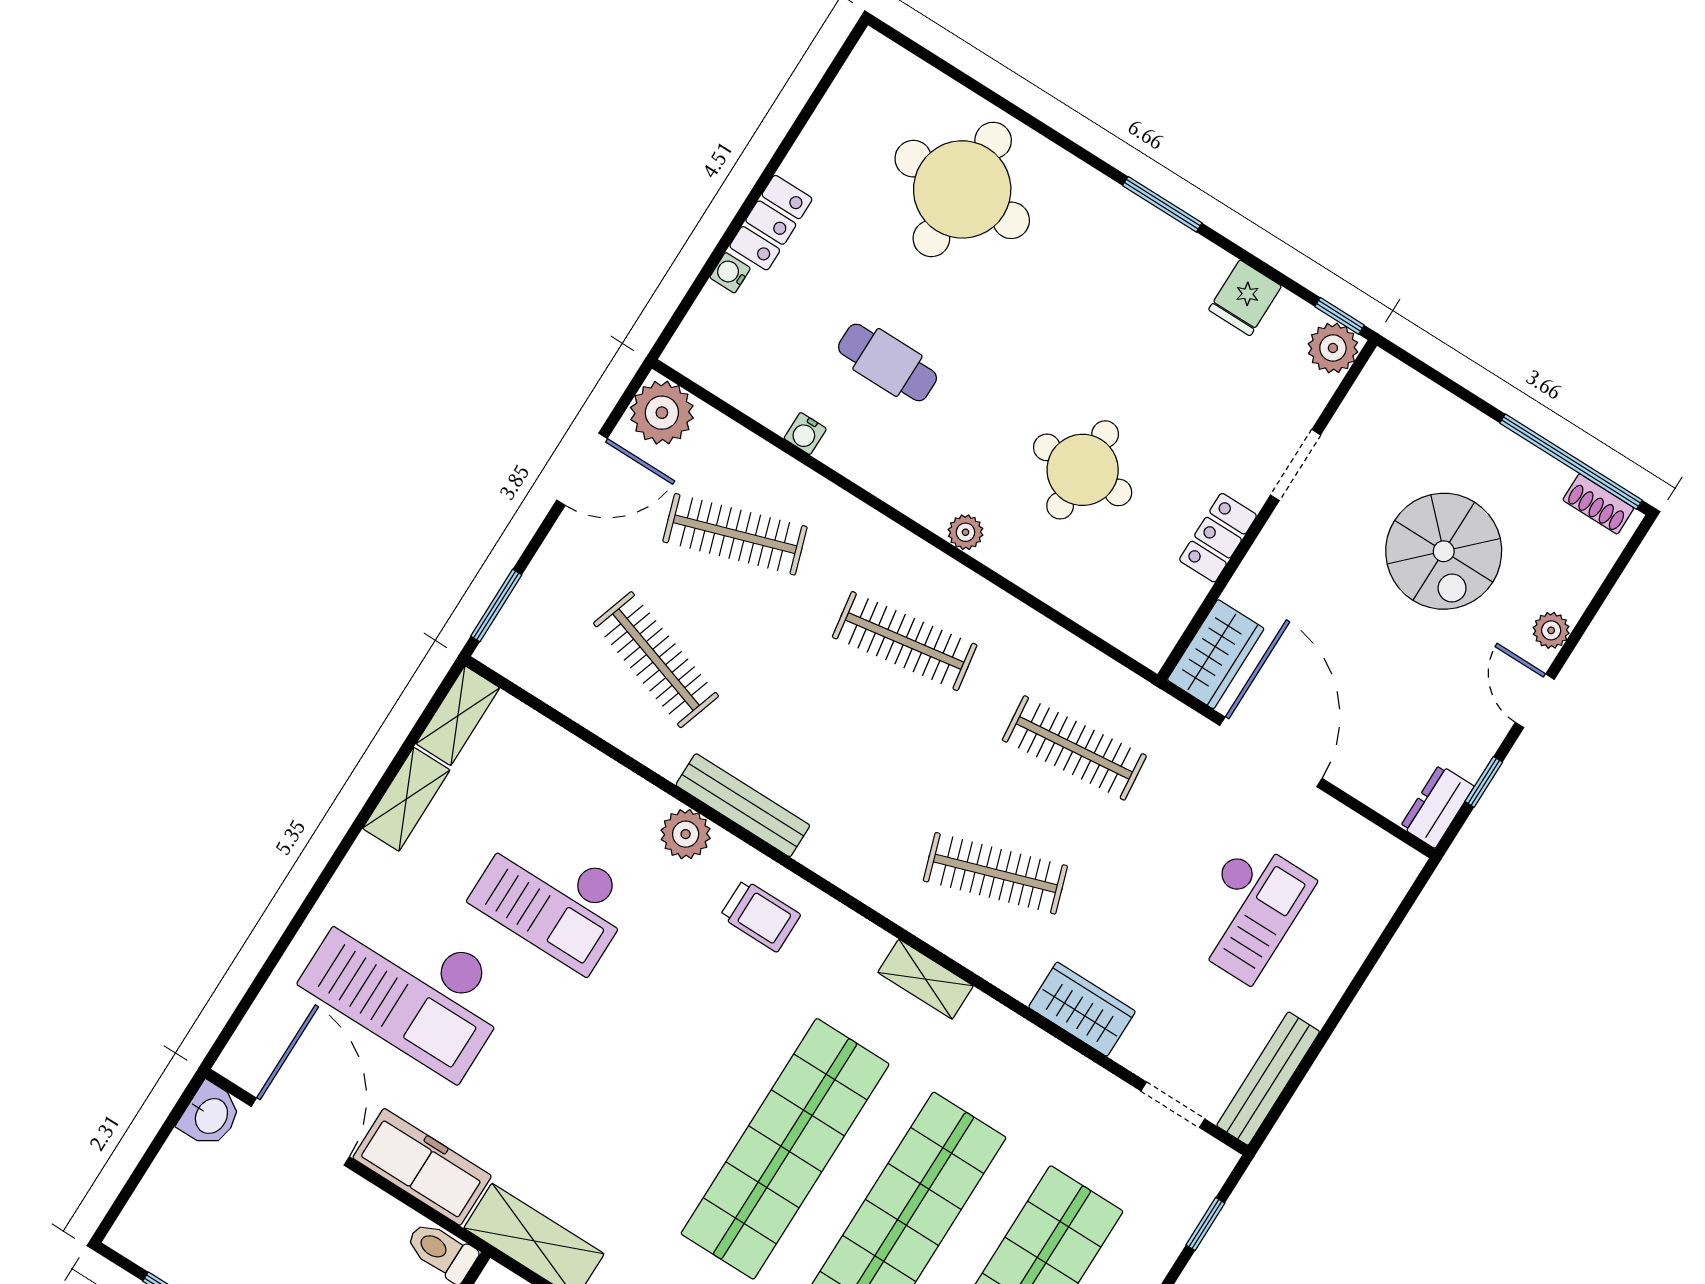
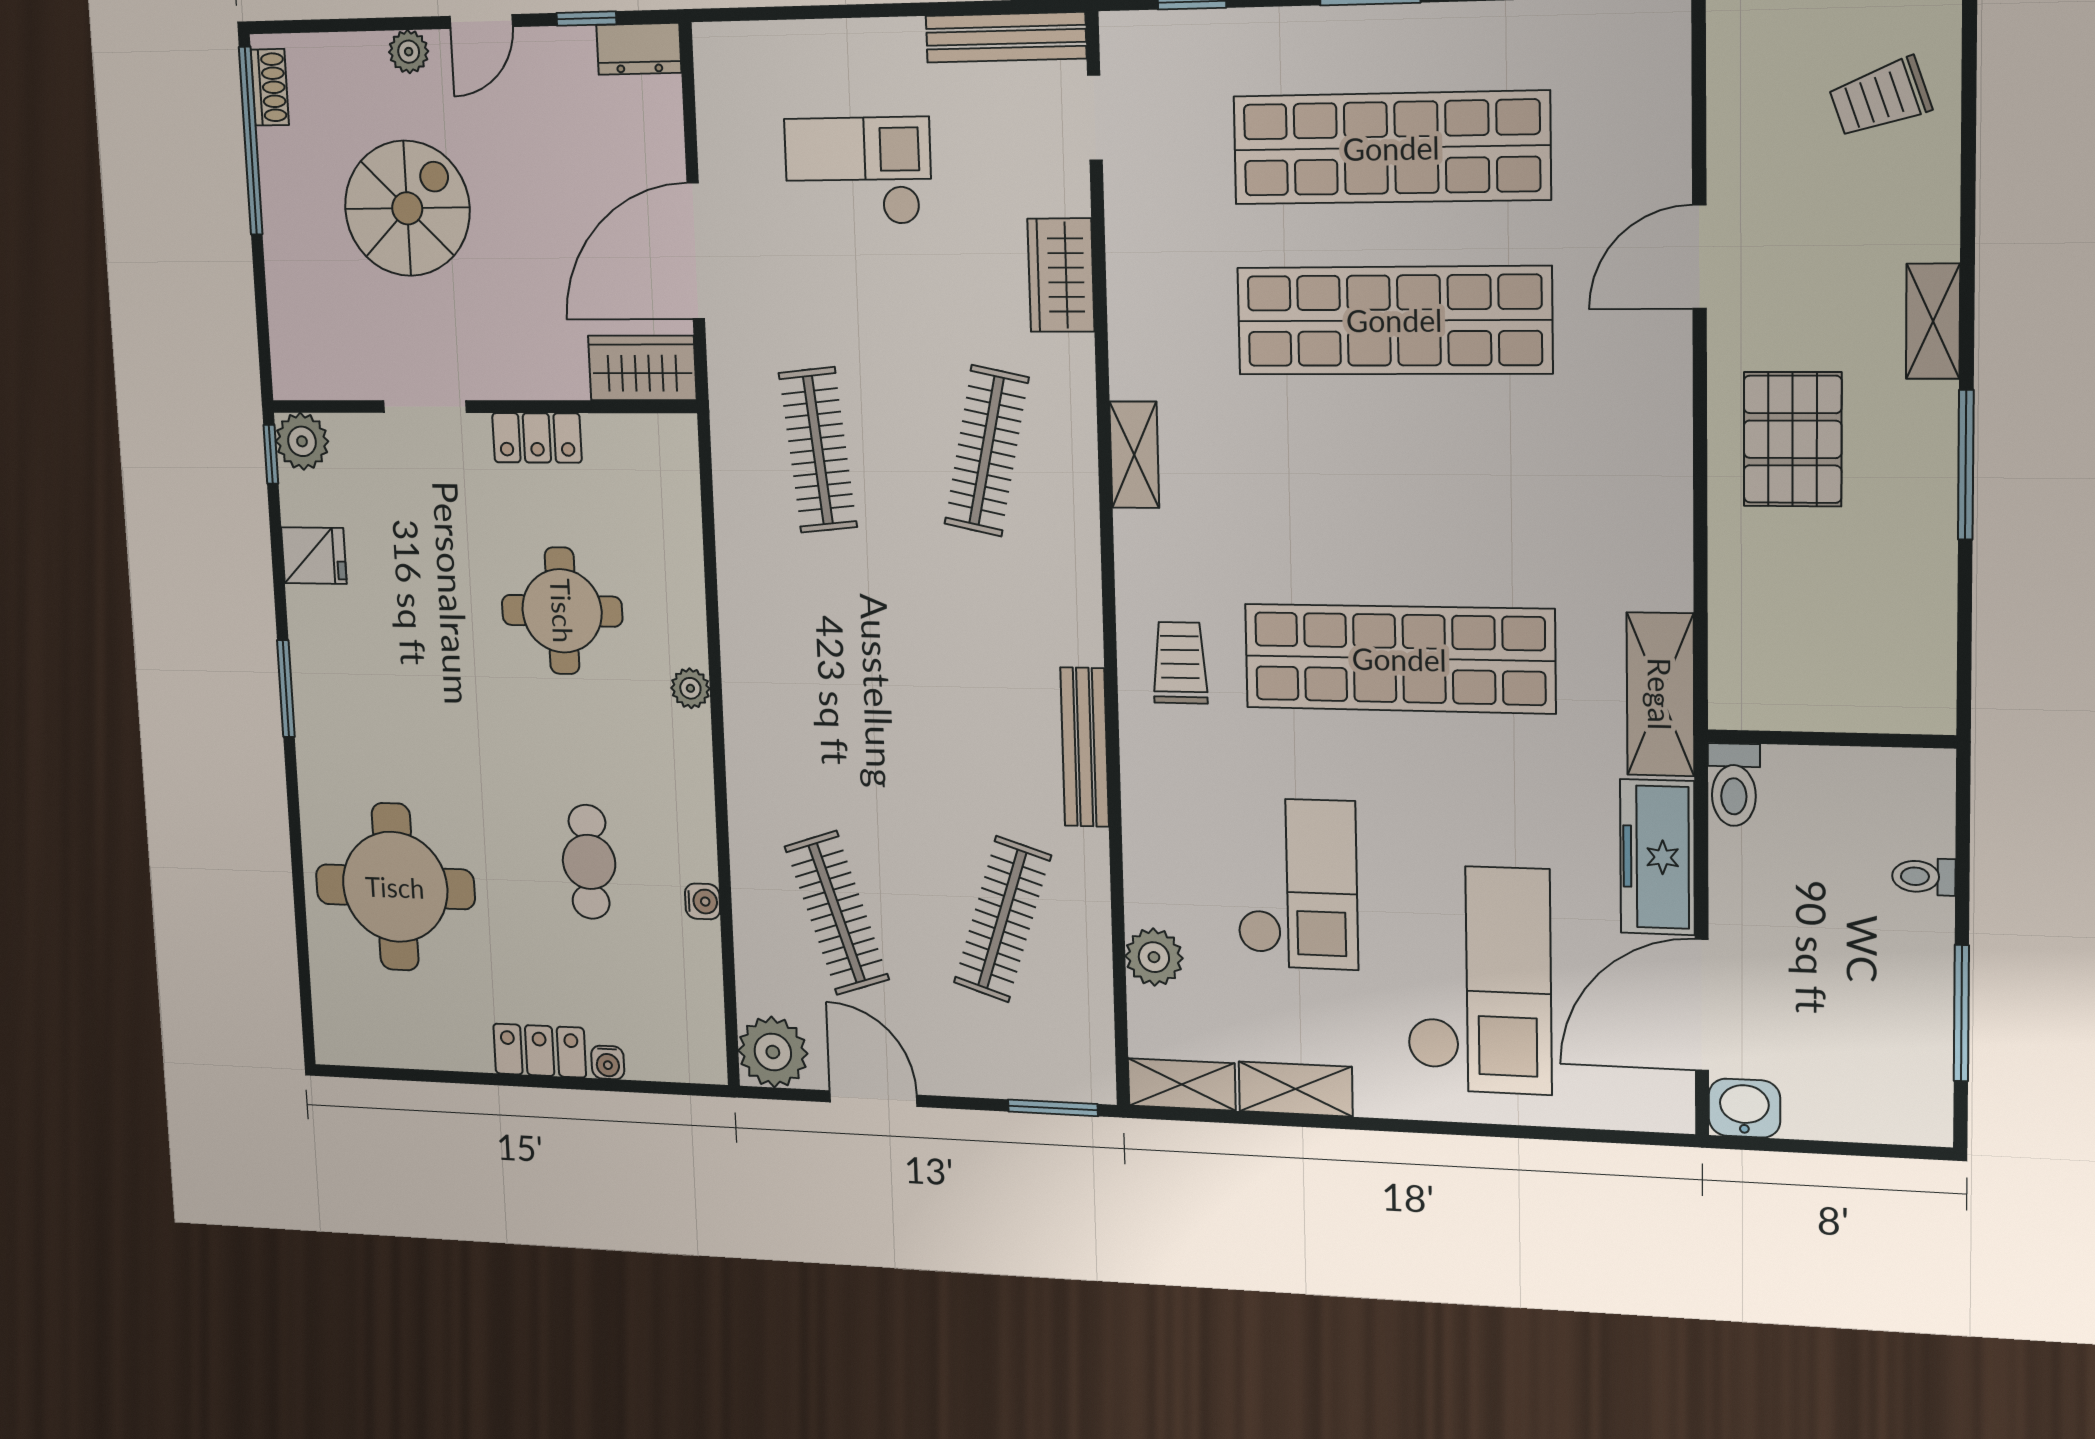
clothes rail: (905, 641) -> (827, 684), removed
plant: (686, 834) -> (1154, 957), moved
clothes rail: (995, 873) -> (987, 451), turned 30
shop shelf: (785, 1149) -> (1399, 659), moved

